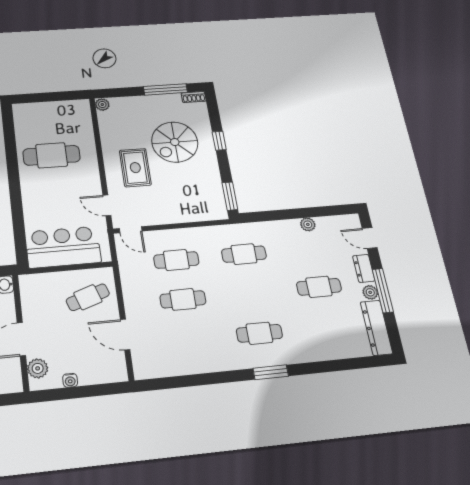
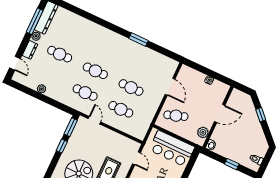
window: (219, 141) -> (62, 146), moved
door: (131, 230) -> (94, 120), moved
window: (383, 291) -> (35, 21), moved
cafe table: (259, 333) -> (95, 71), moved
plant: (38, 368) -> (203, 132), moved
window: (271, 372) -> (139, 39), moved

